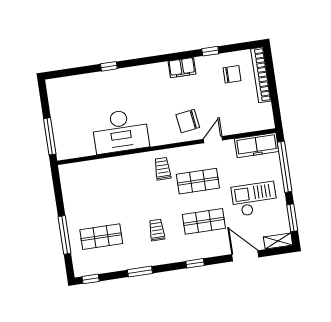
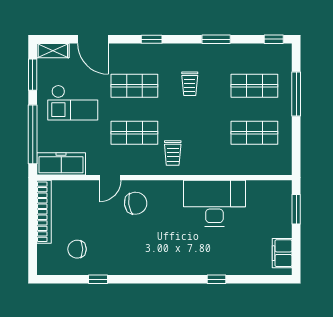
filing cabinet: (182, 68) -> (282, 253), moved, turned -90
bookcase: (261, 75) -> (44, 212), moved
window: (50, 136) -> (296, 209), width x0.69
shop shelf: (95, 196) -> (254, 133), added

